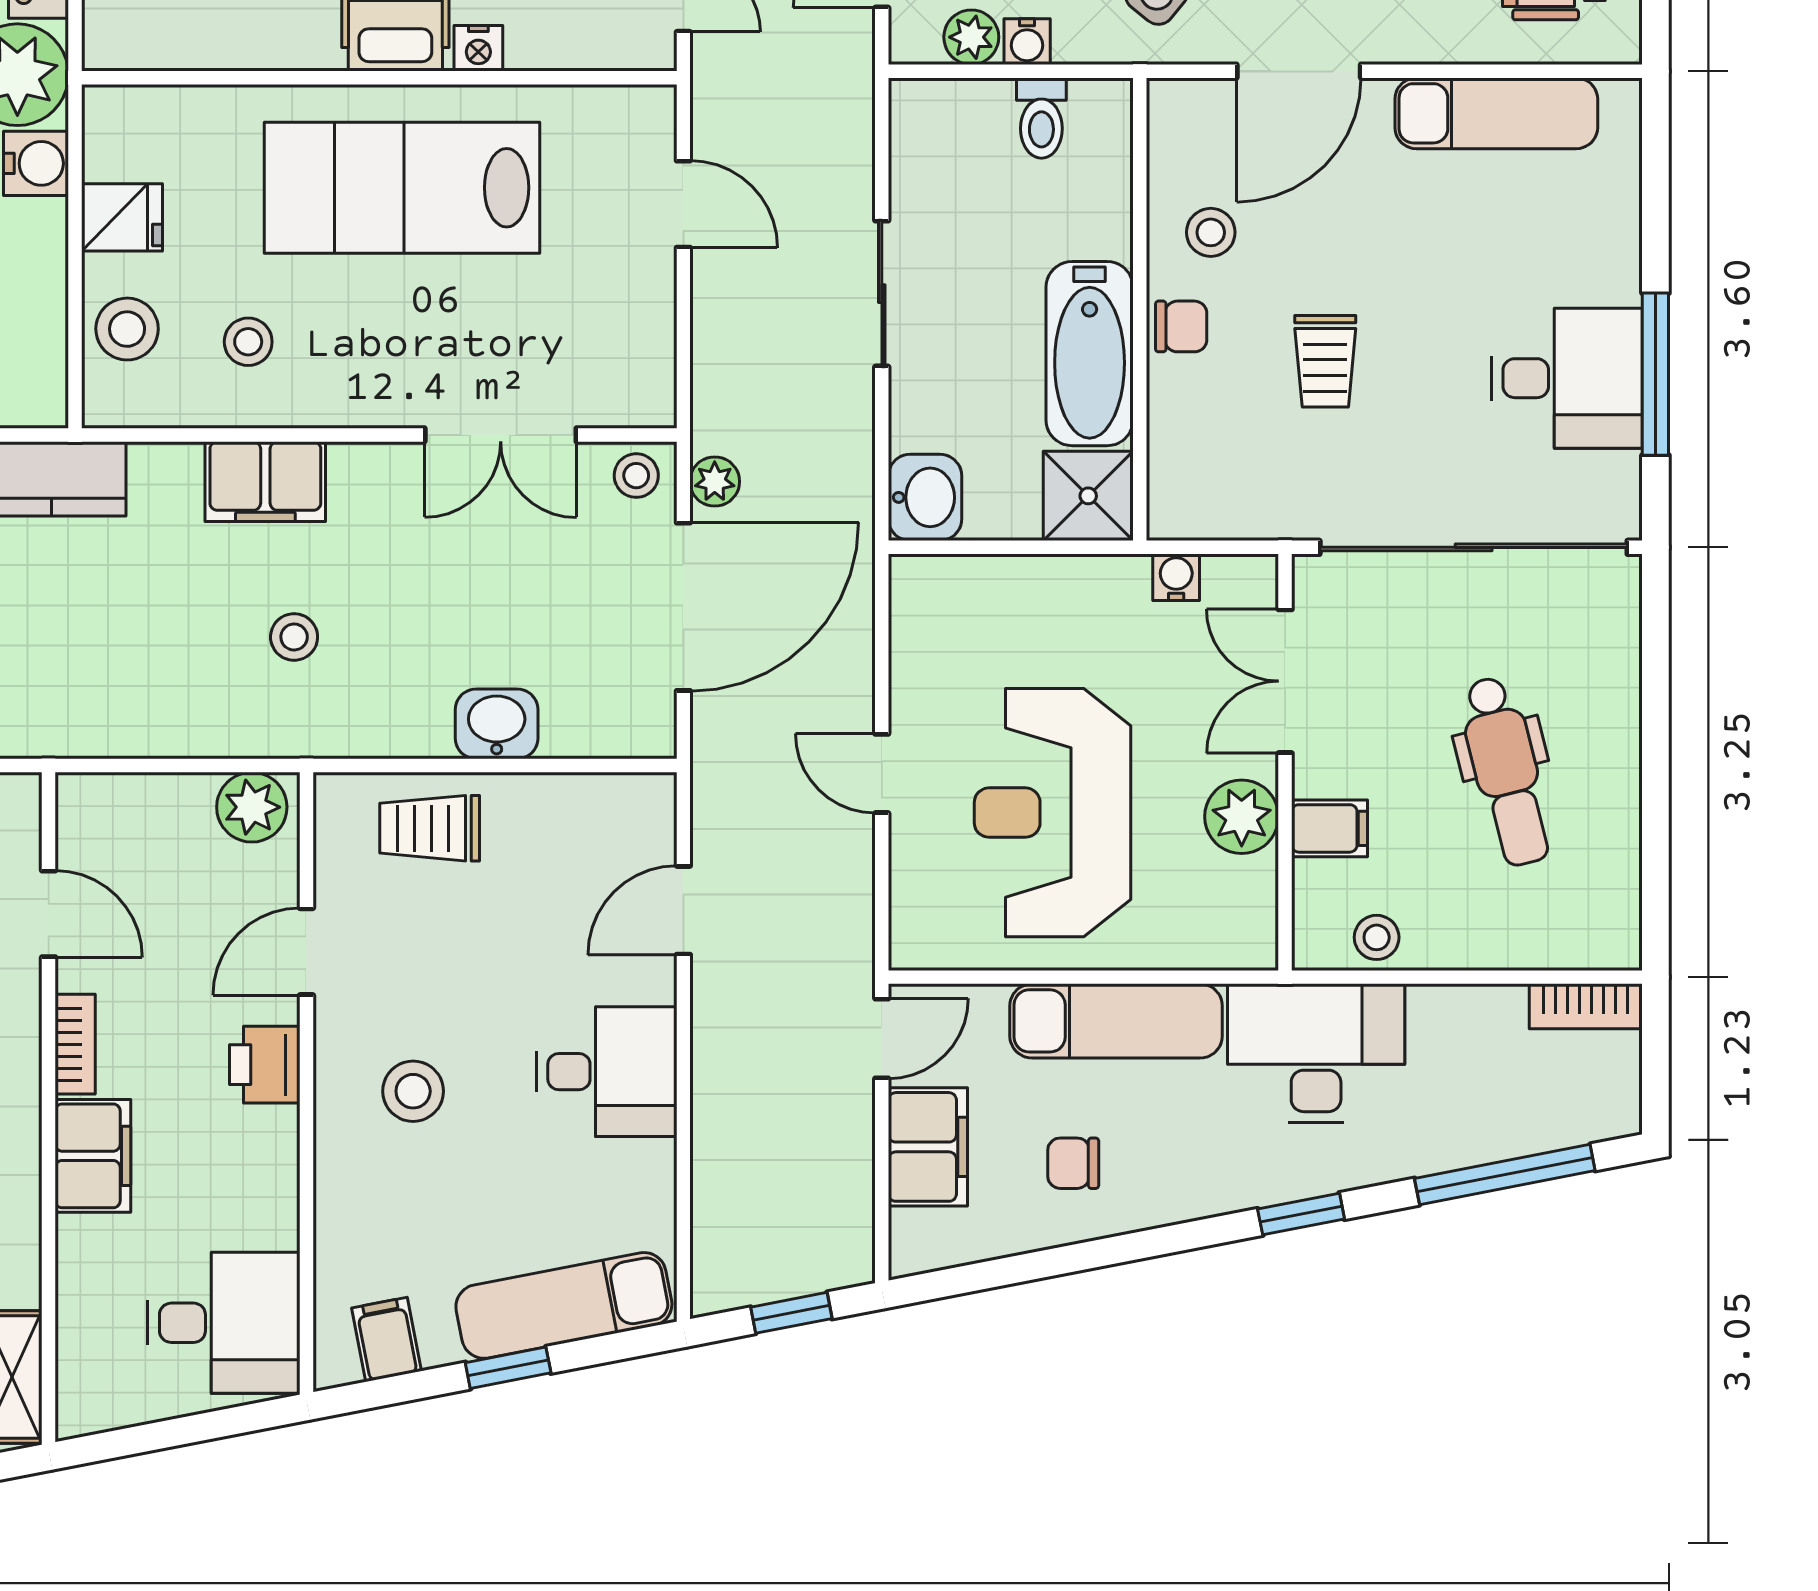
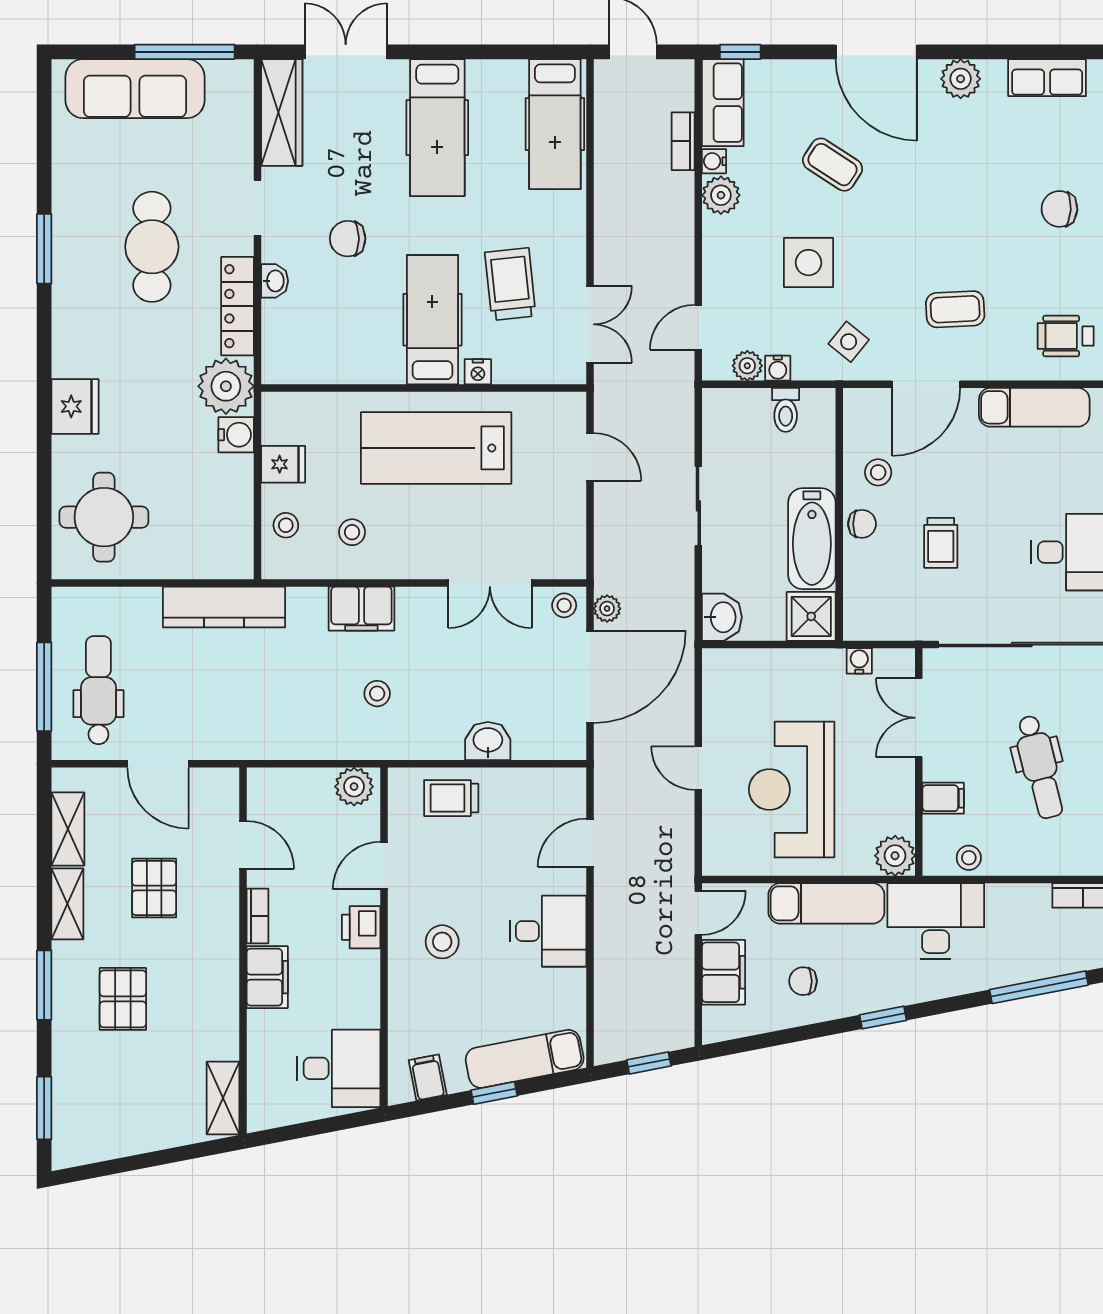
stool: (127, 329) -> (286, 525), width x0.73, depth x0.73
plant: (1242, 817) -> (895, 856), moved
window: (1301, 1214) -> (883, 1018), moved

